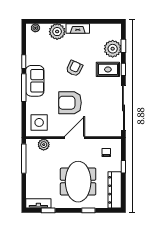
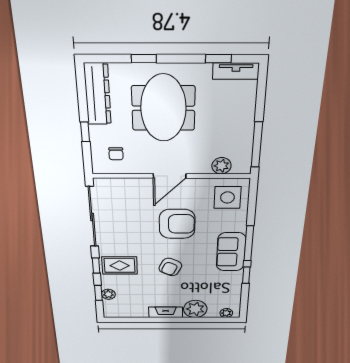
plant: (113, 49) -> (108, 294), width x0.53, depth x0.53

